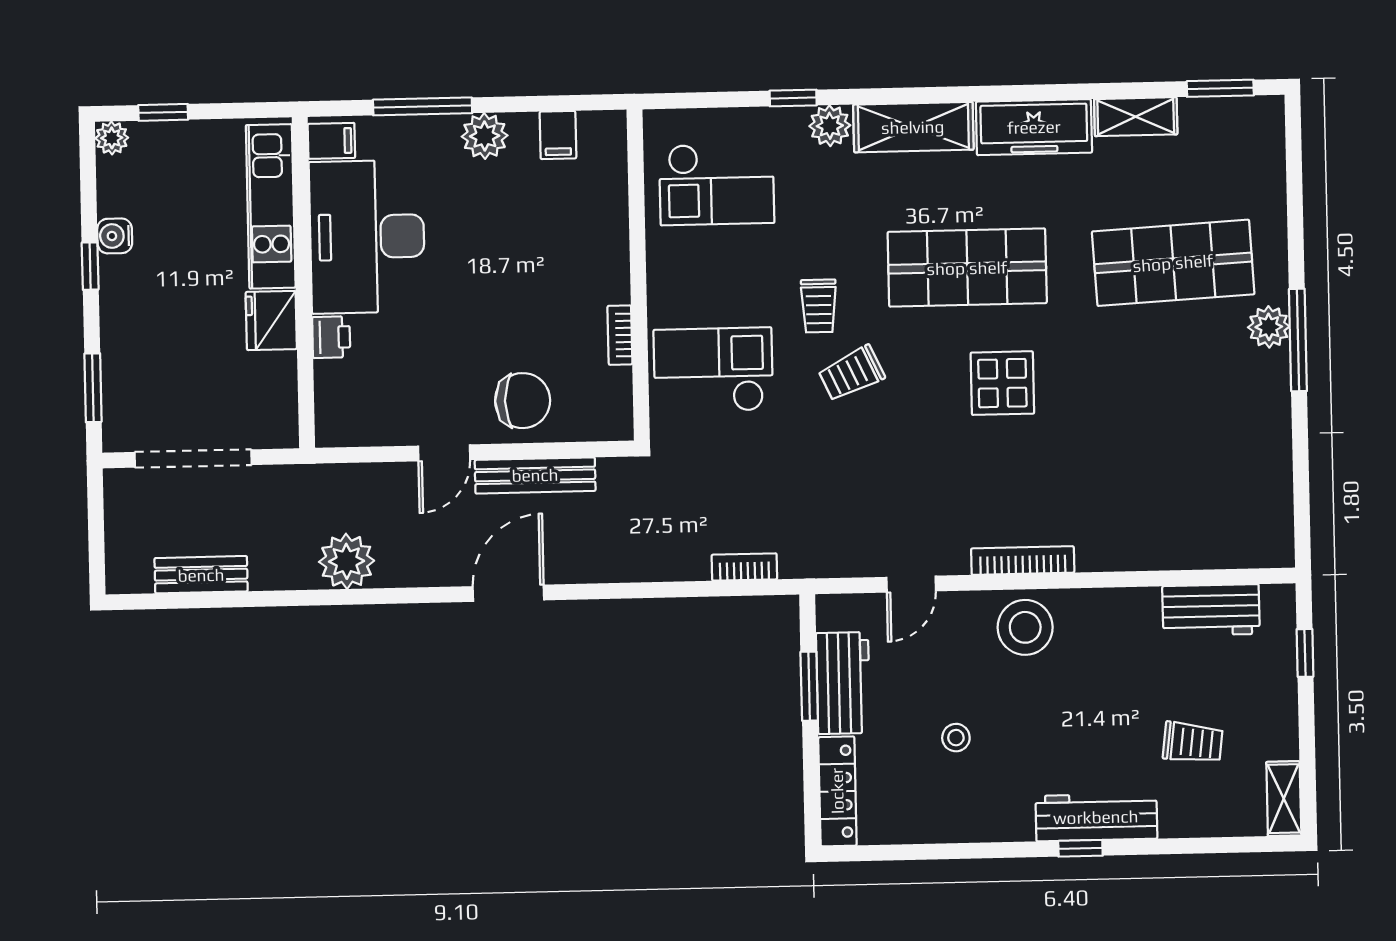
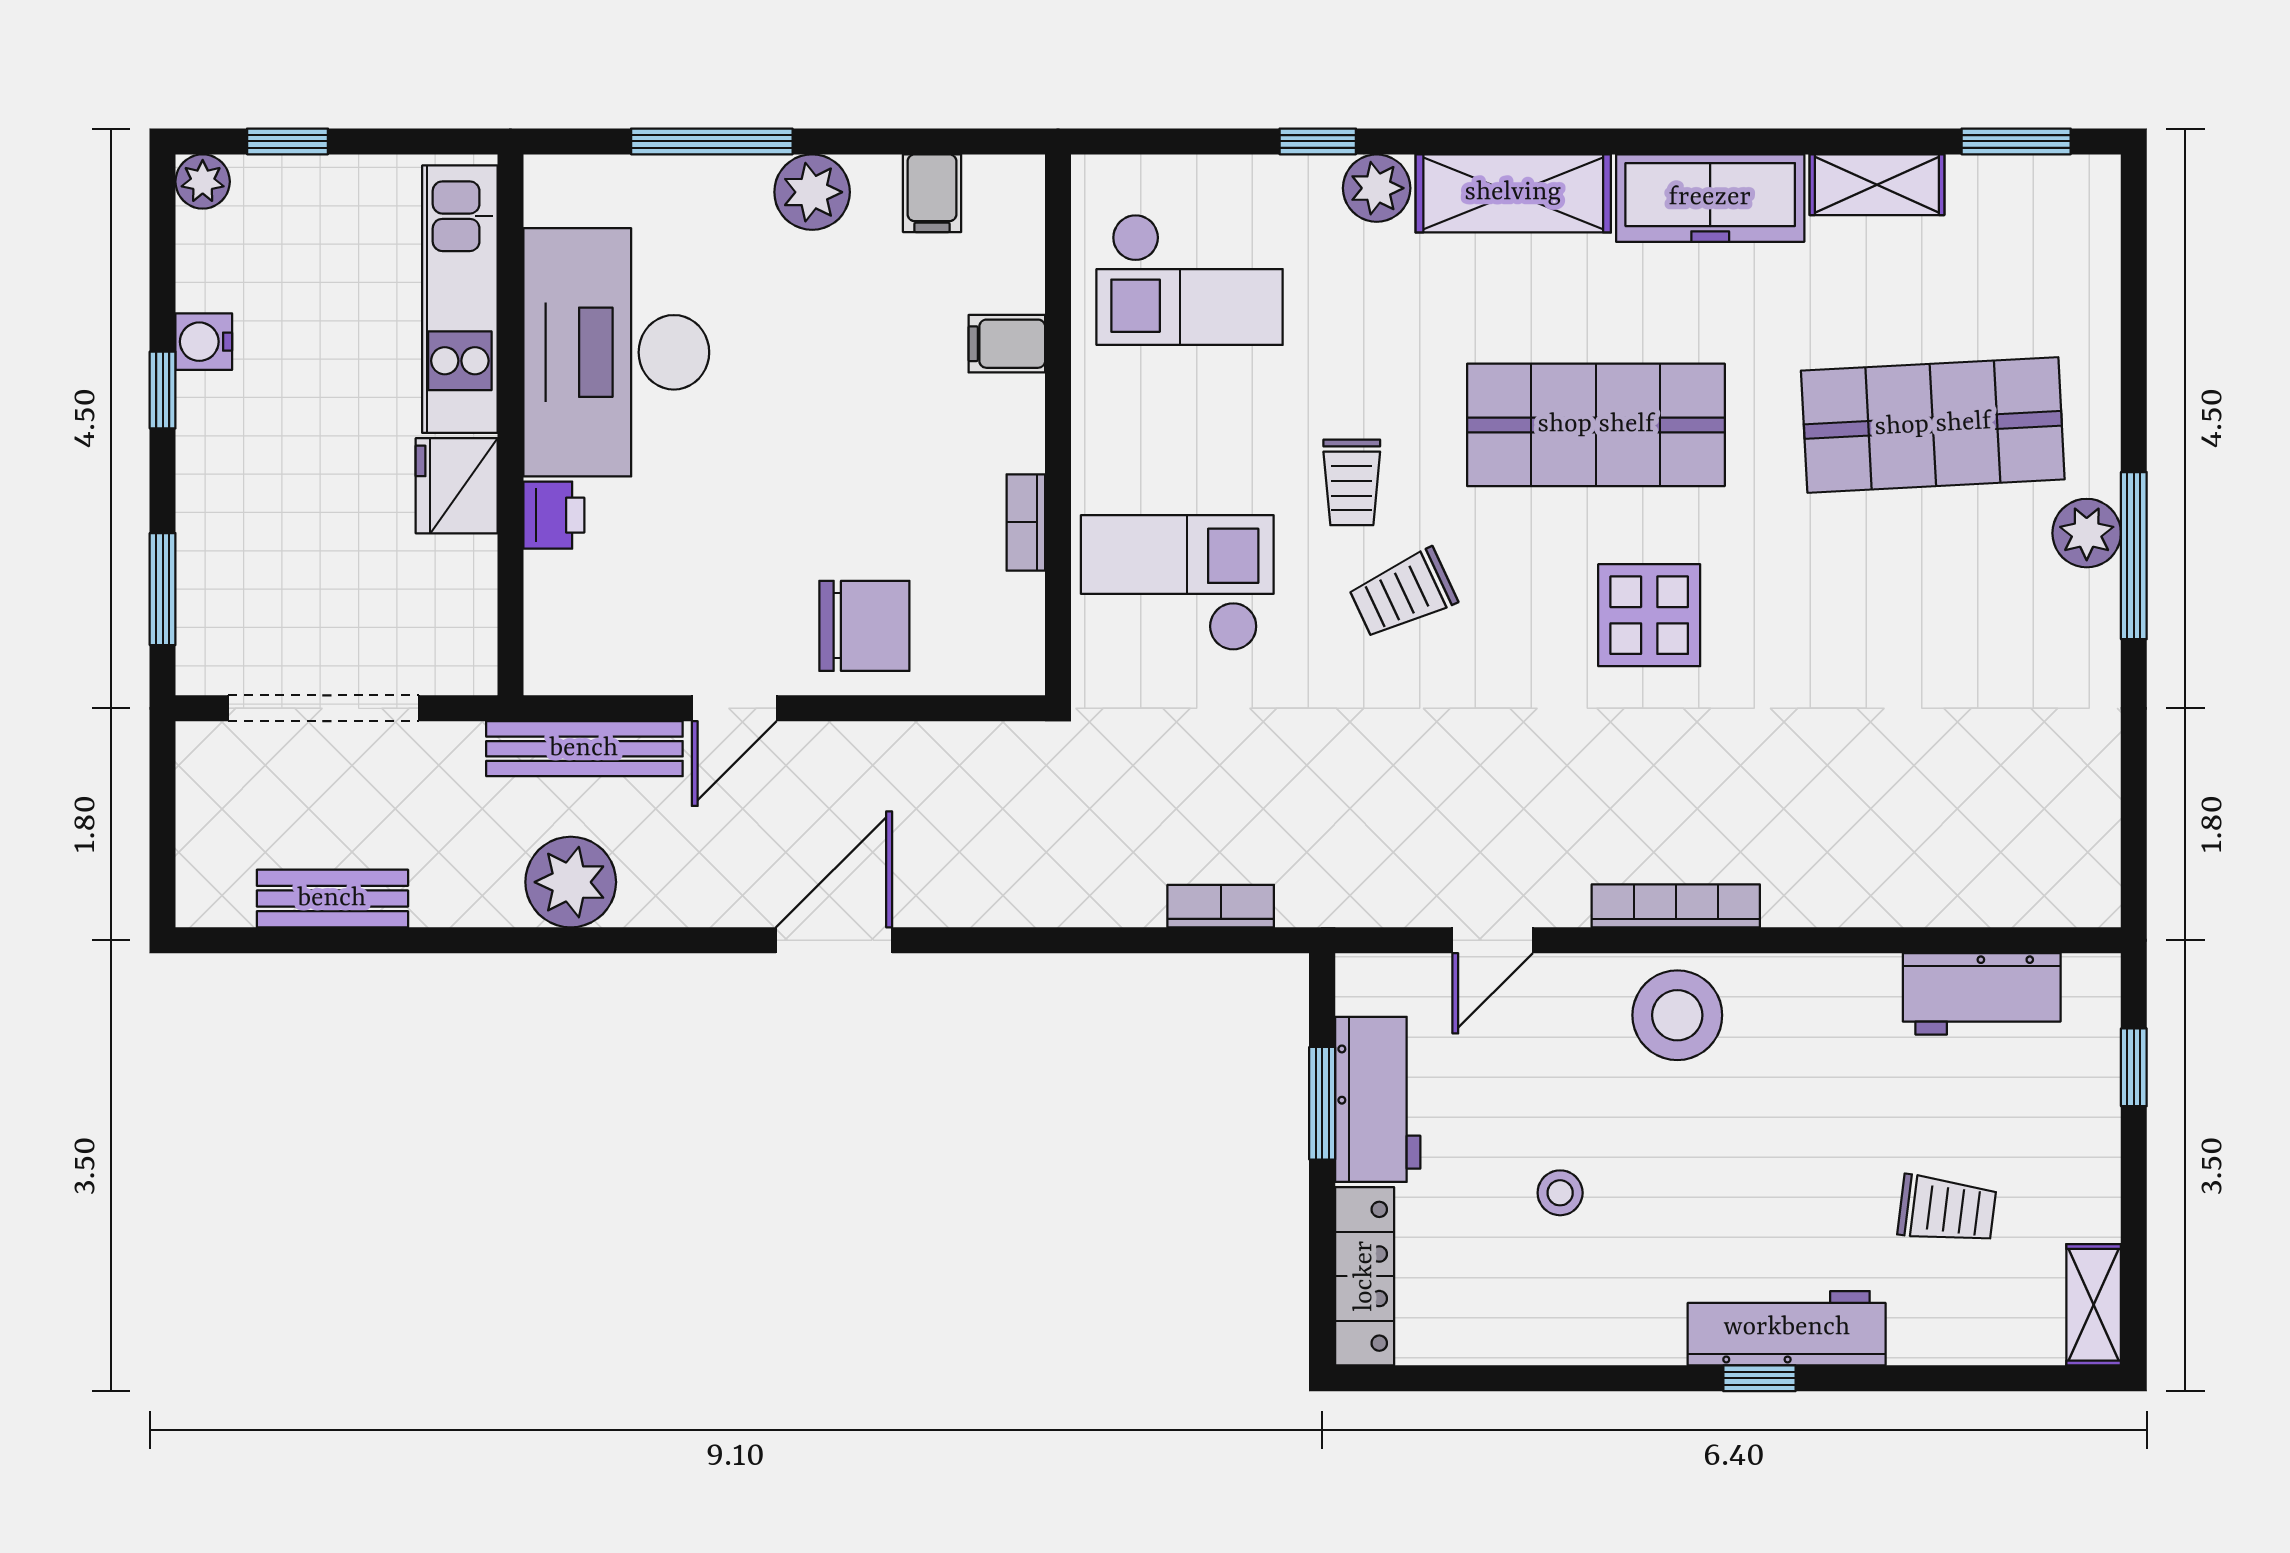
filing cabinet: (331, 141) -> (1007, 344), moved, turned 180
bench: (535, 475) -> (584, 749), moved

